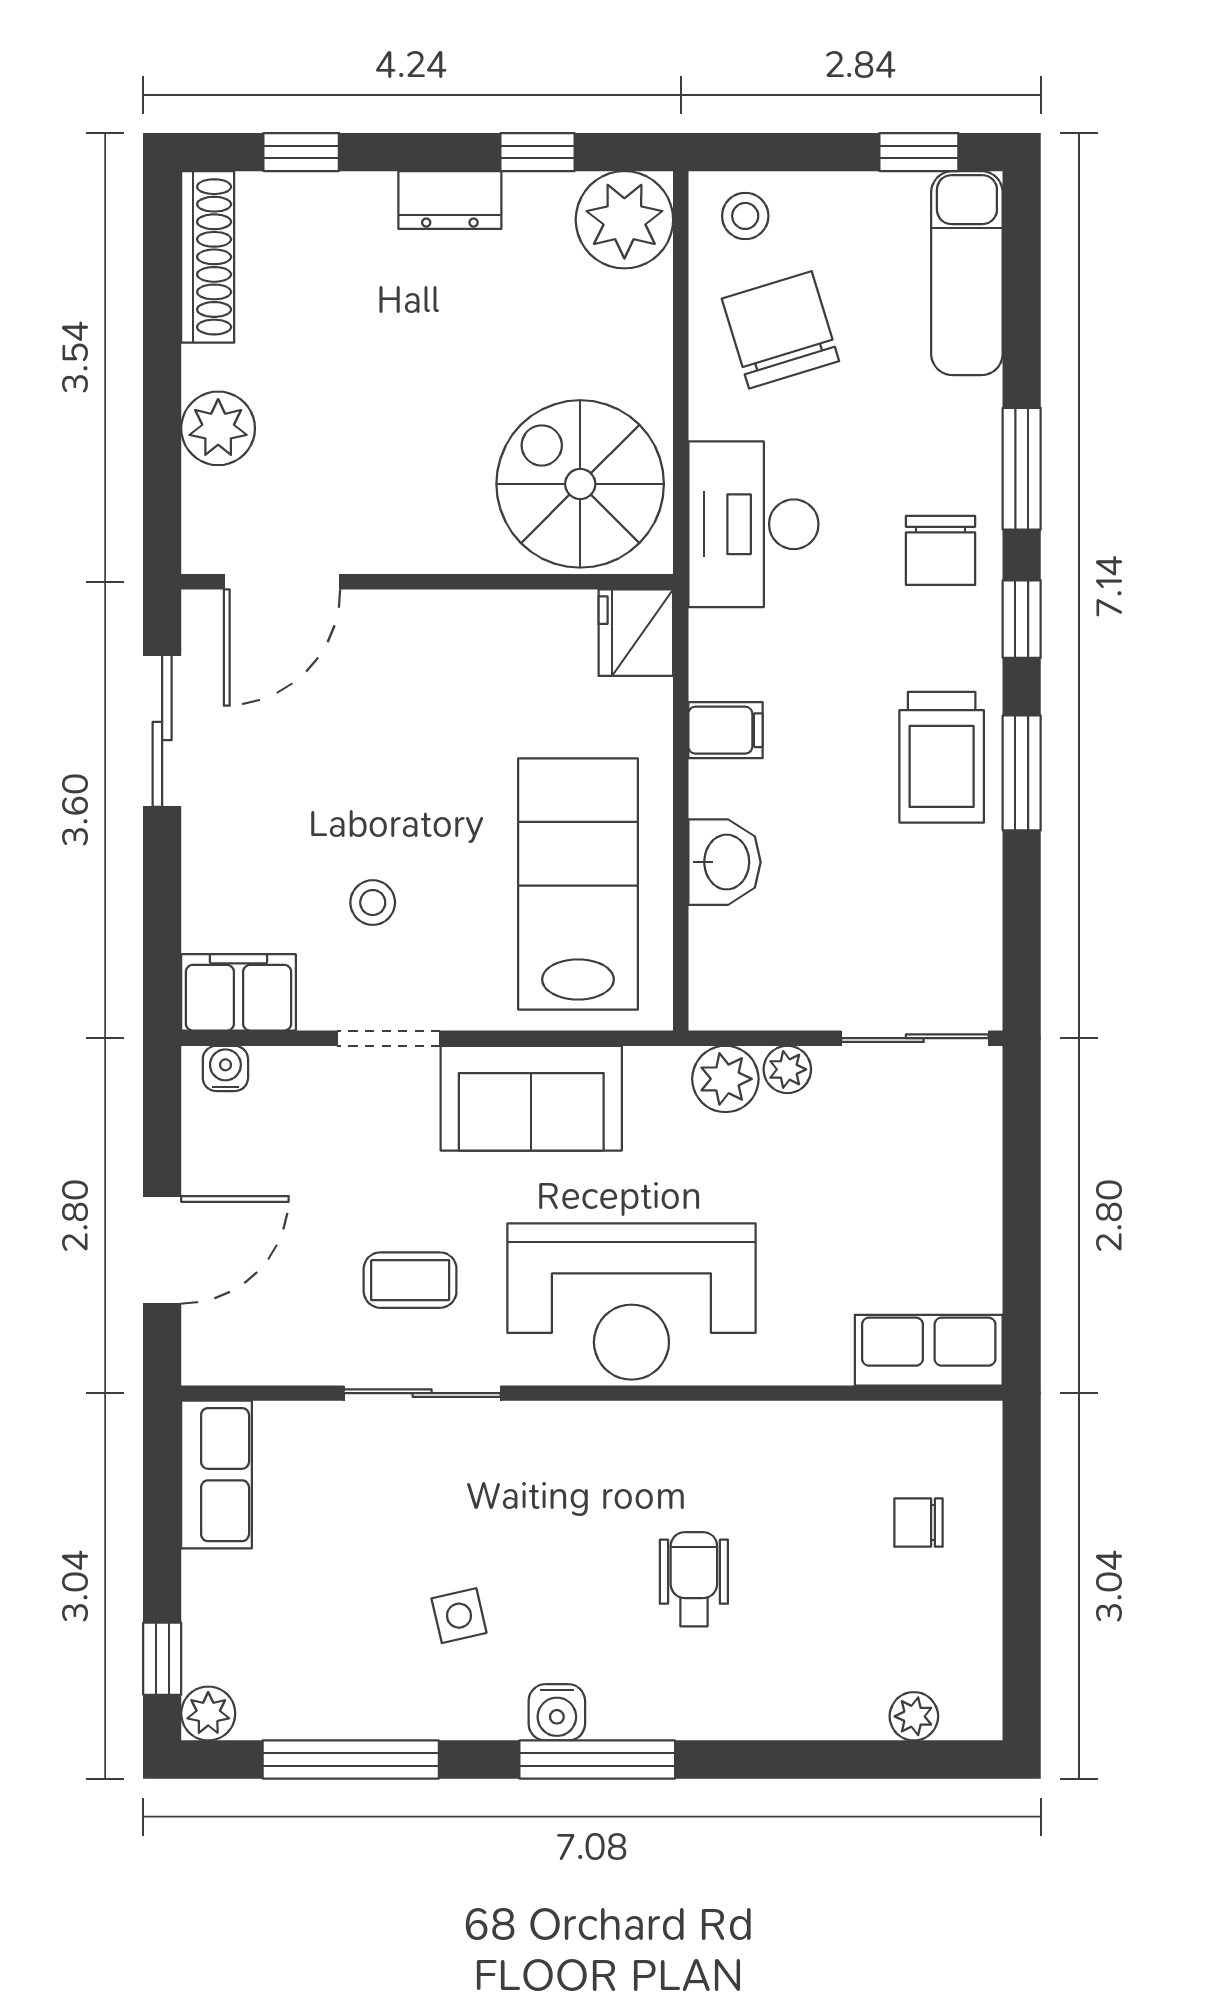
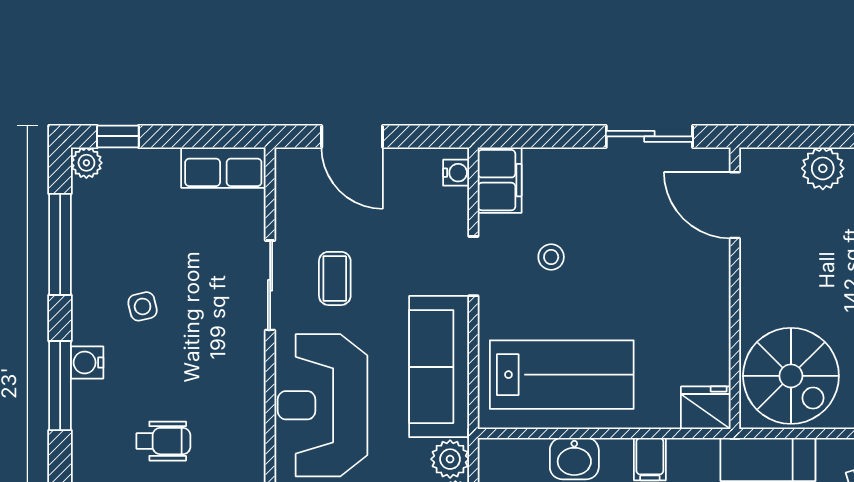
spiral stairs: (580, 484) -> (791, 376), turned 90
sofa: (531, 1098) -> (439, 367), width x1.36

